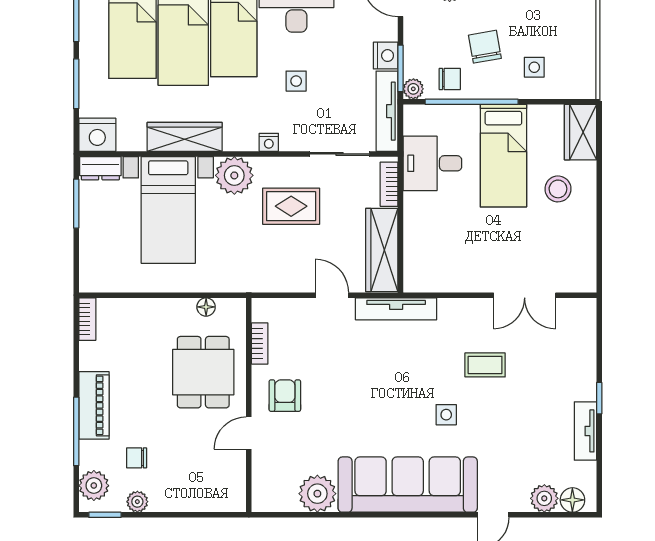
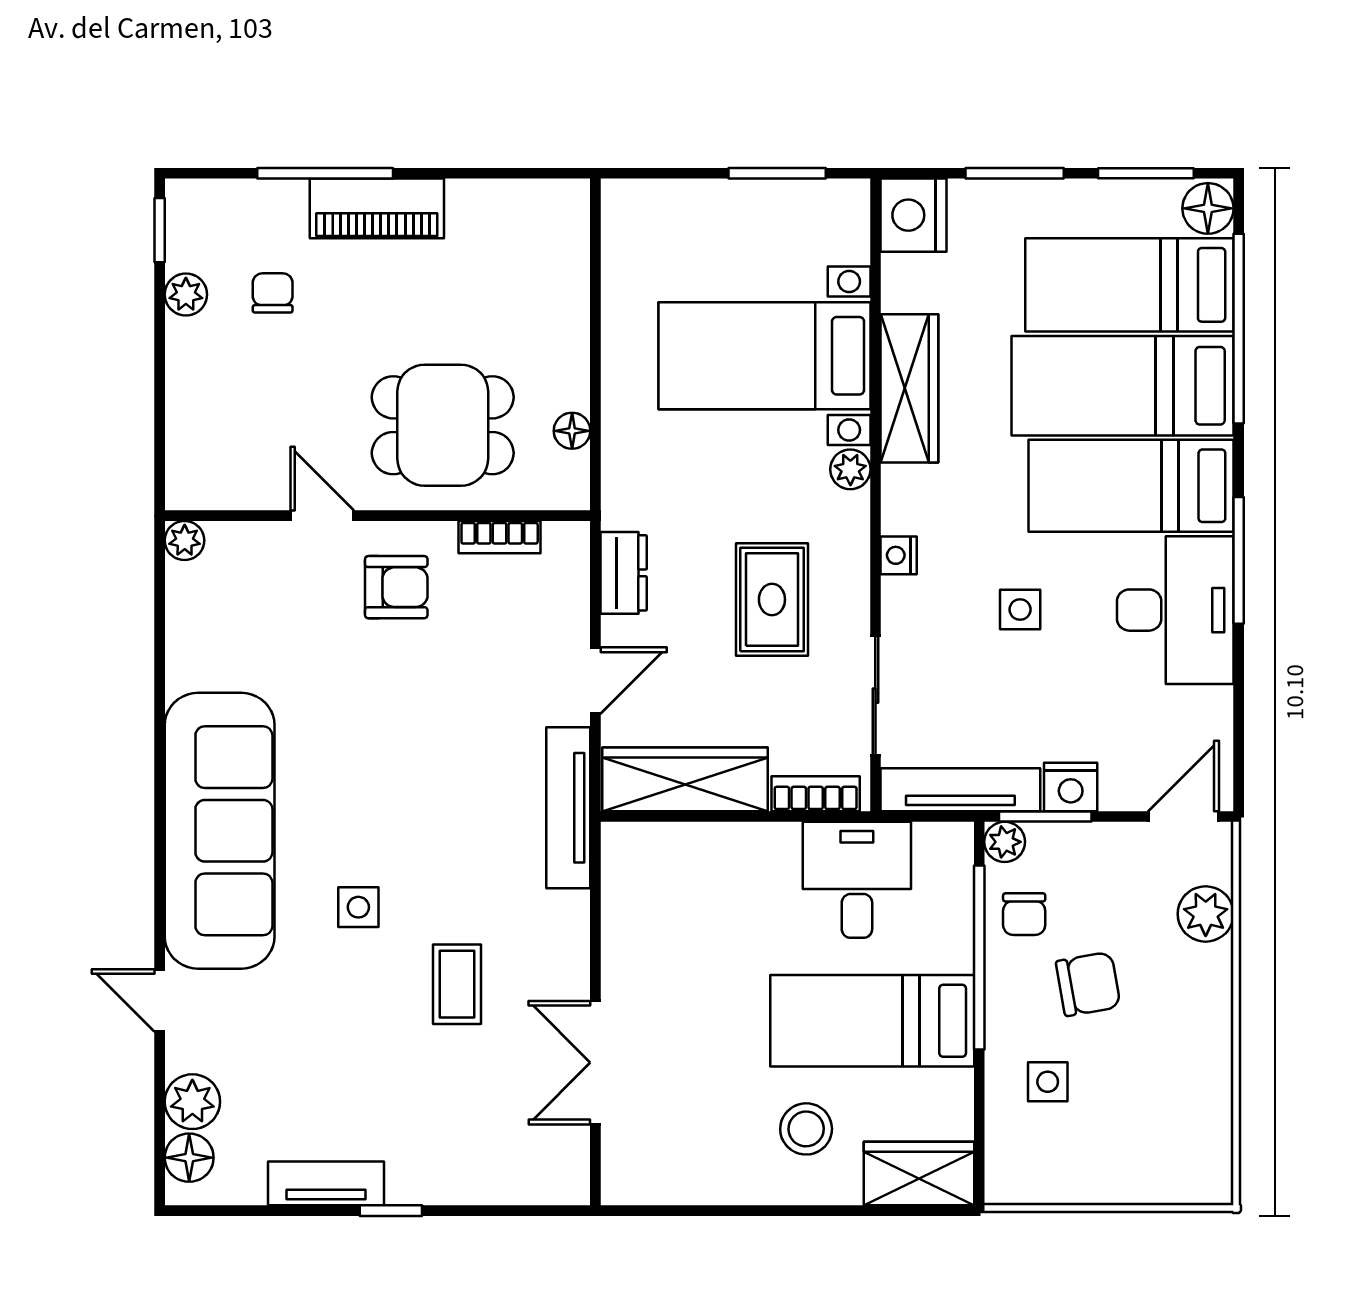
dresser: (100, 168) -> (624, 573), moved, turned 180
plant: (234, 175) -> (850, 469), width x0.53, depth x0.53
bookcase: (87, 319) -> (548, 195), removed
plant: (94, 486) -> (218, 208), removed
plant: (317, 494) -> (185, 540), moved, width x0.53, depth x0.53

